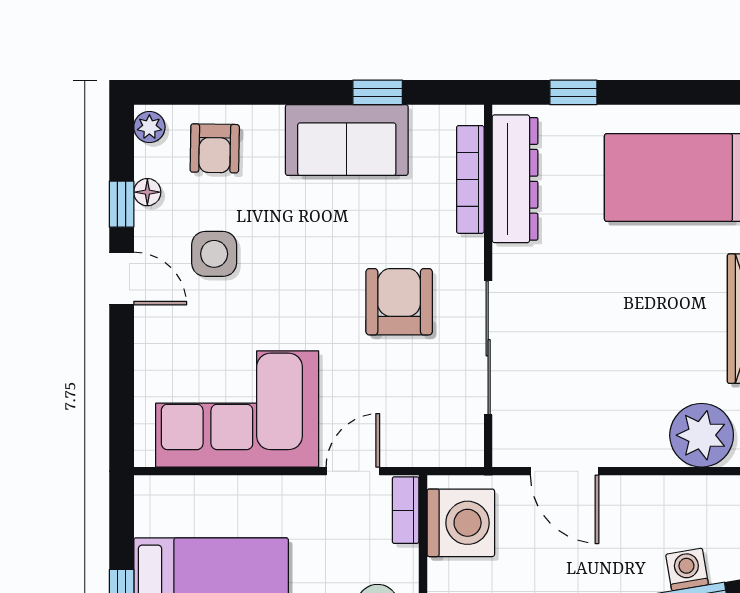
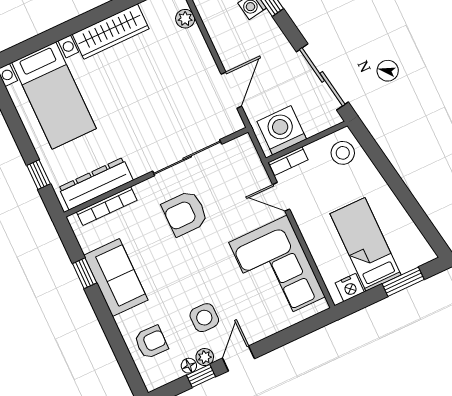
plant: (149, 127) -> (205, 357), moved
plant: (702, 435) -> (185, 19), width x0.53, depth x0.53
nightstand: (153, 514) -> (350, 287), added

